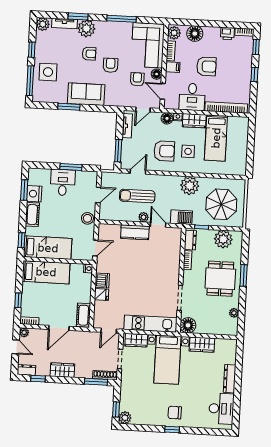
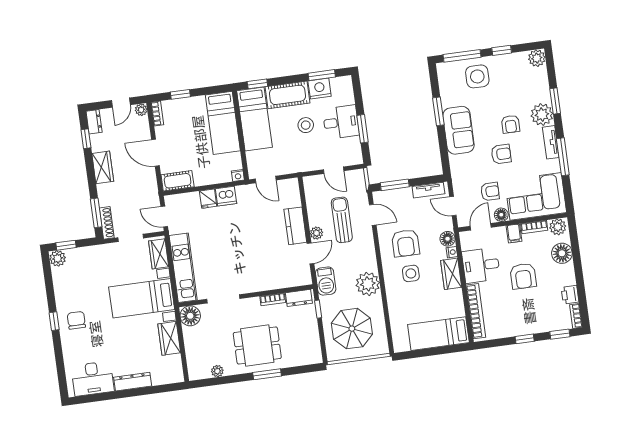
tv unit: (64, 23) -> (551, 142), moved
bed: (216, 138) -> (438, 334), moved
cot: (32, 215) -> (288, 95), width x1.37, depth x1.34
stool: (87, 218) -> (306, 125), moved
plant: (223, 239) -> (308, 340), removed

